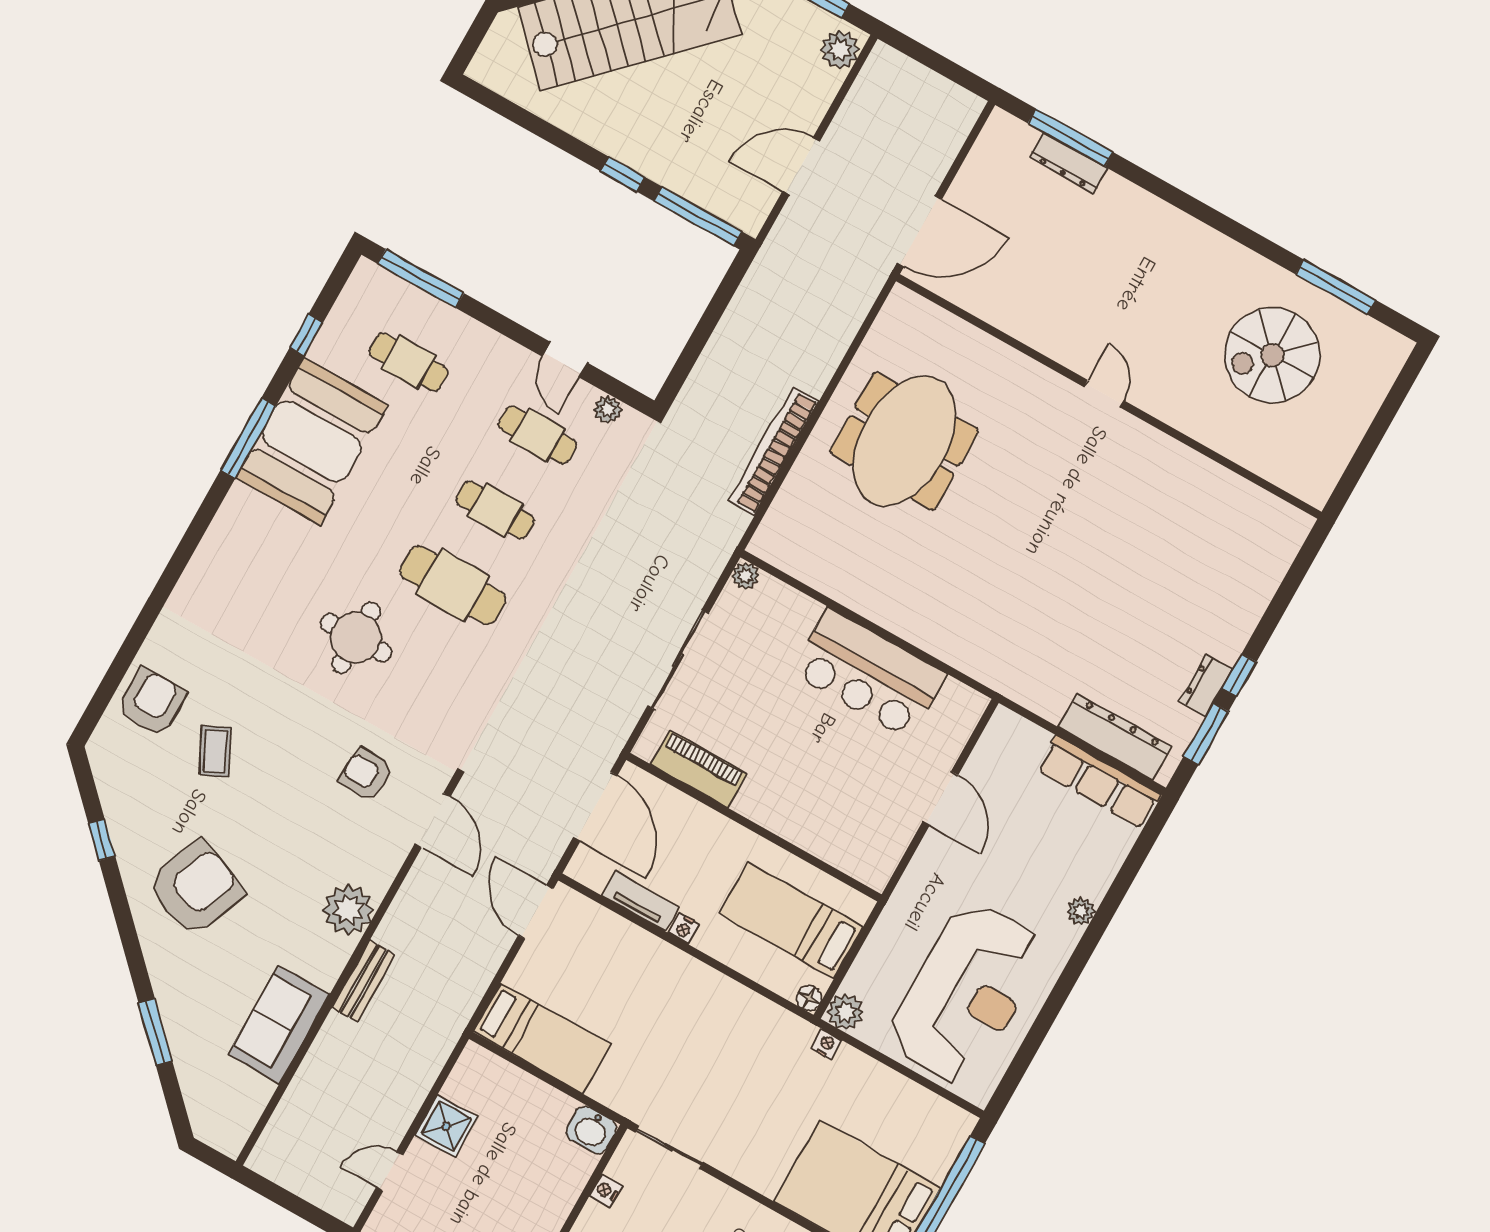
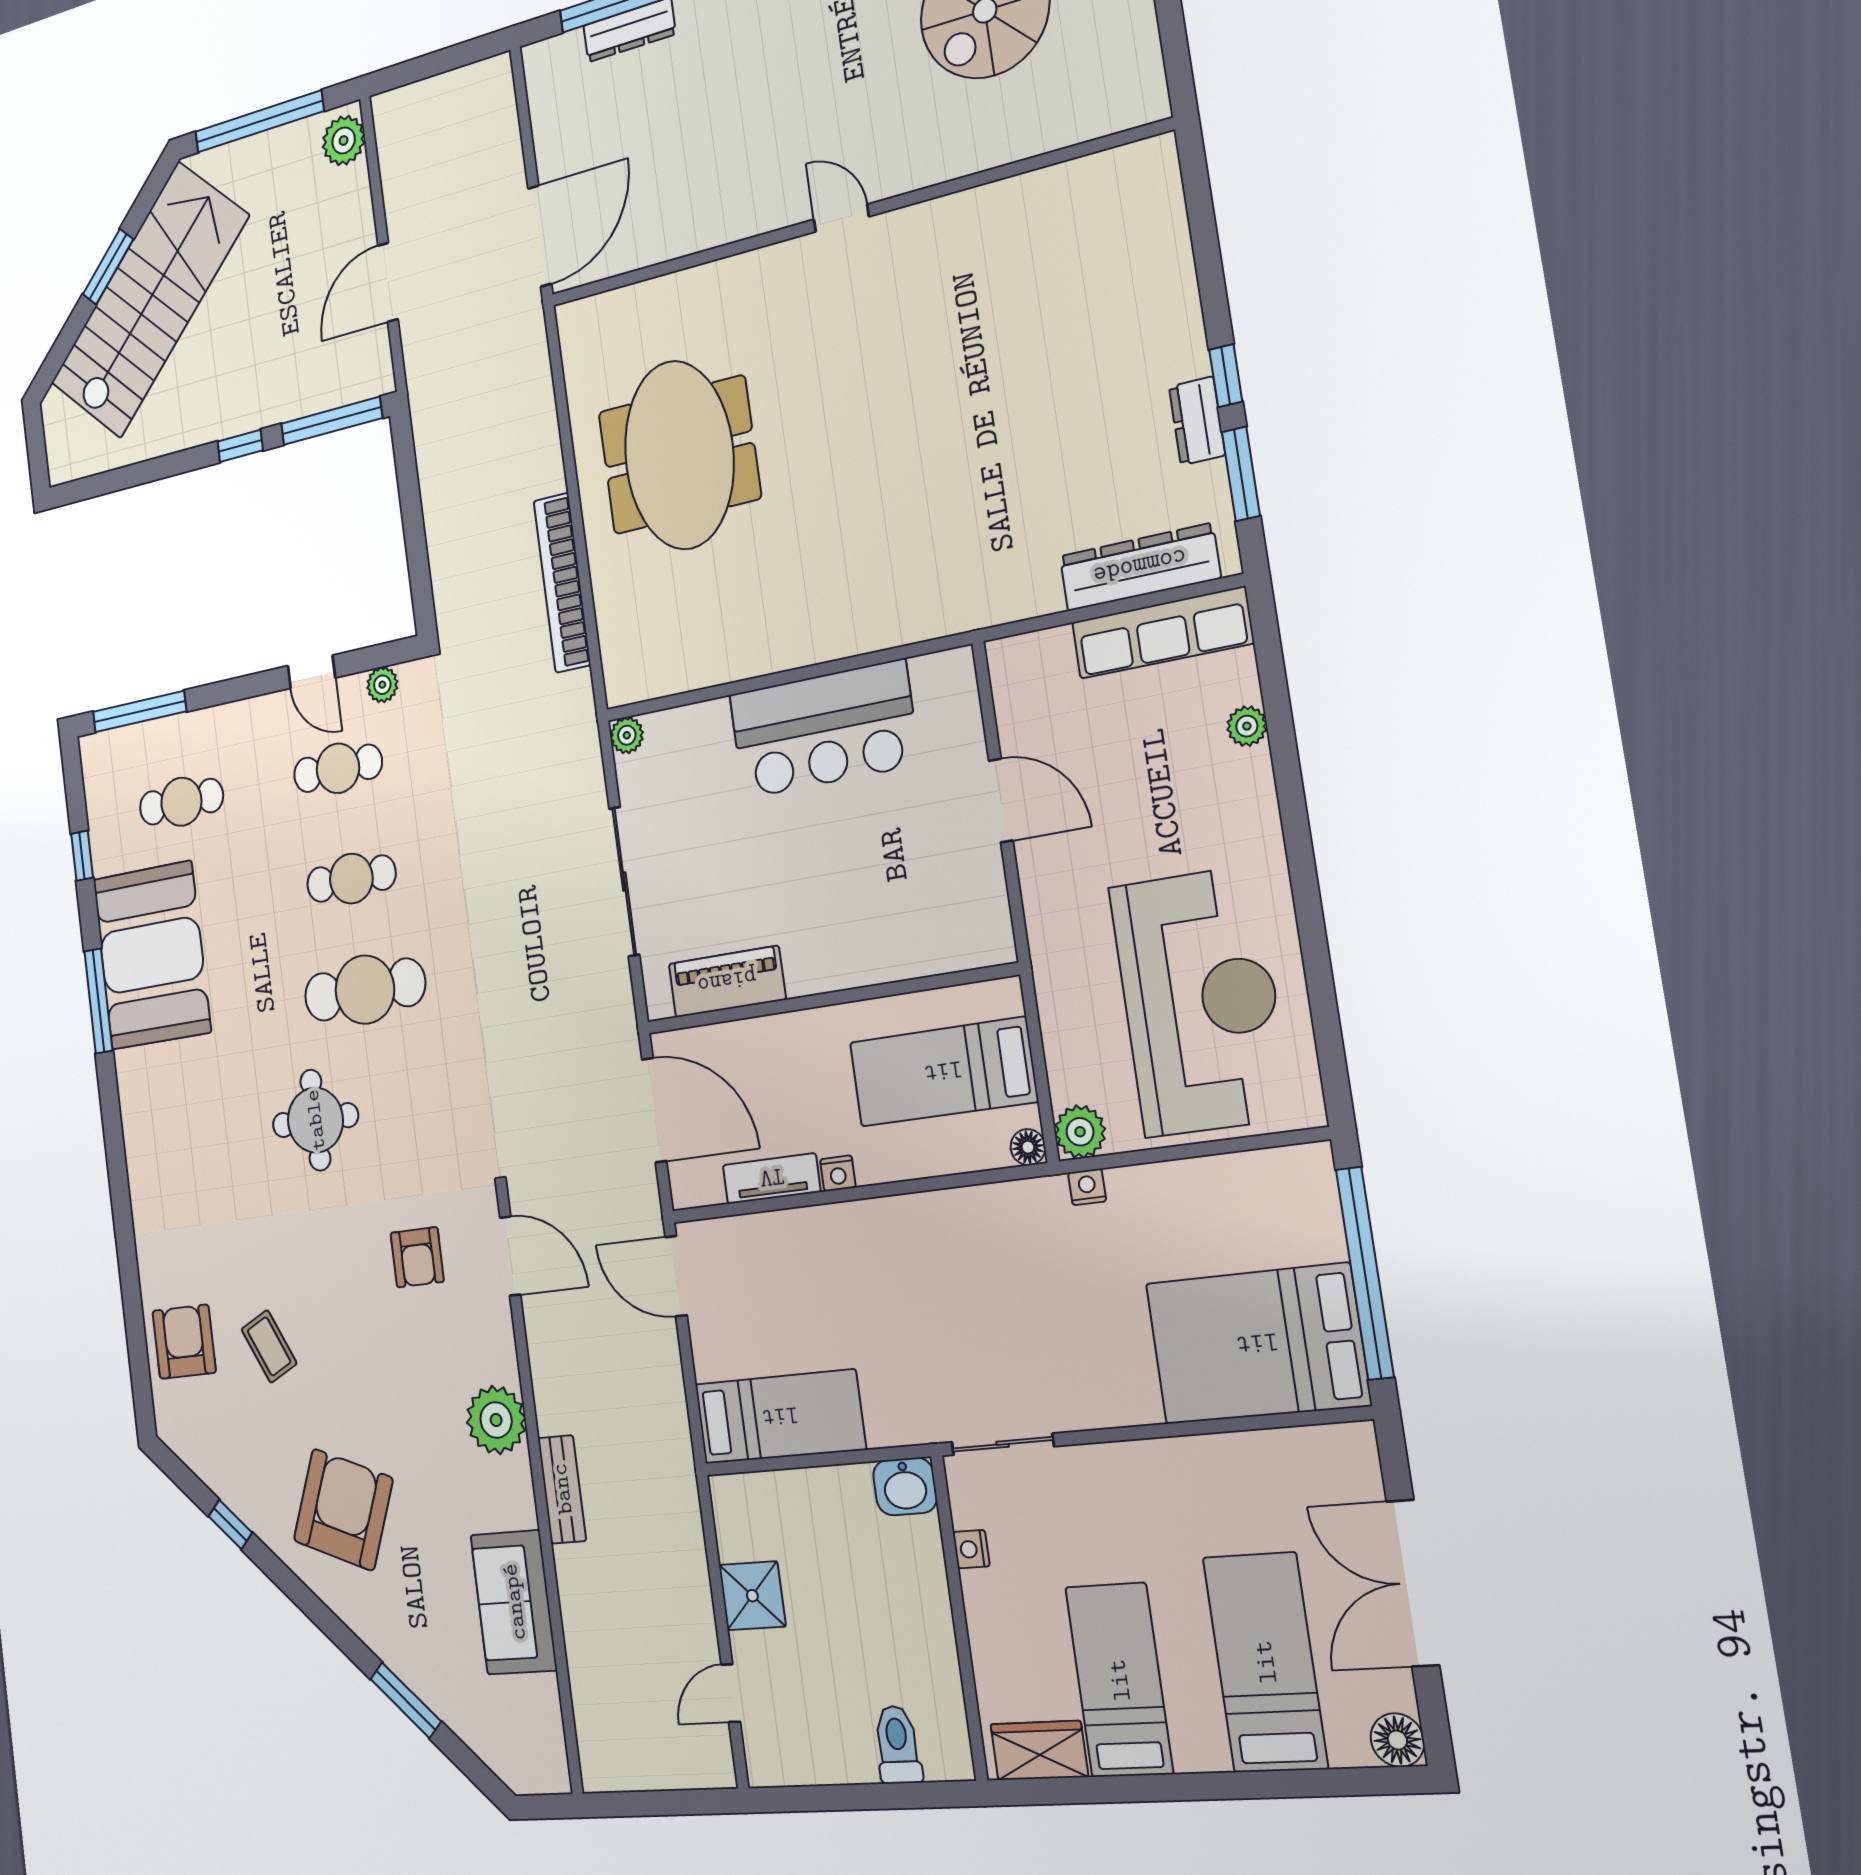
armchair: (366, 774) -> (417, 1257), turned -93
plant: (1081, 911) -> (1247, 726), moved

